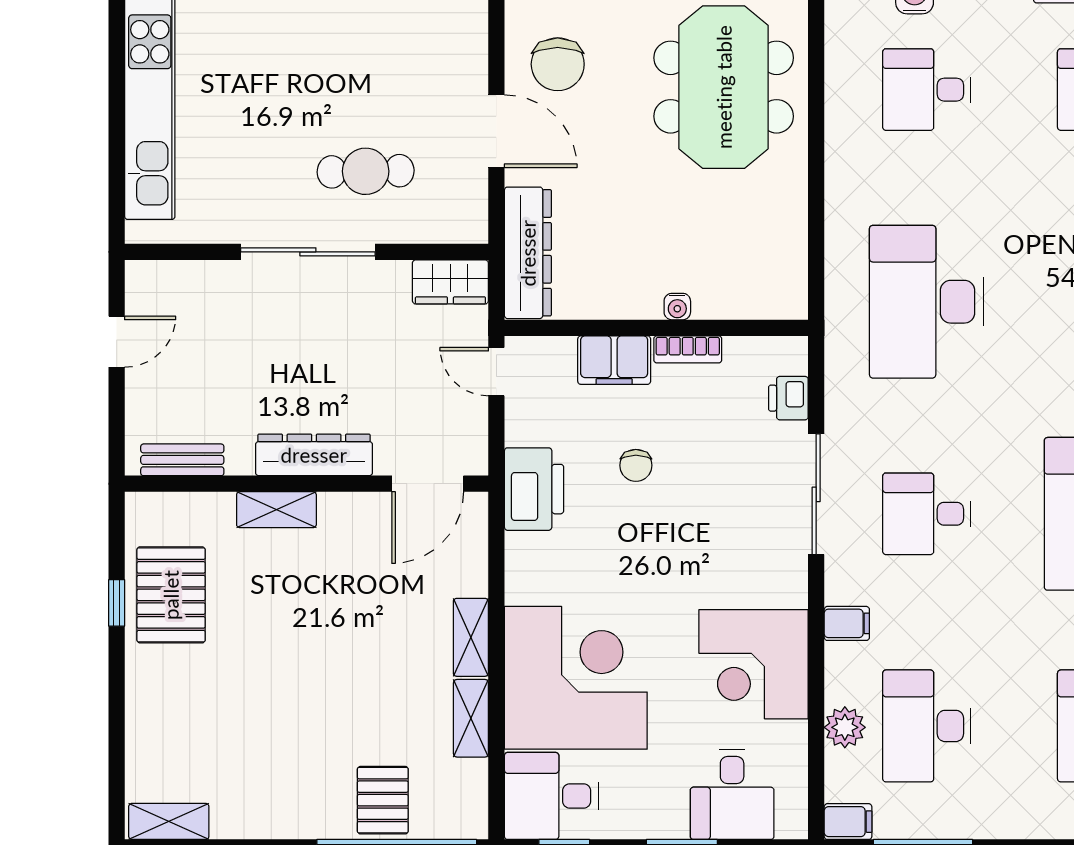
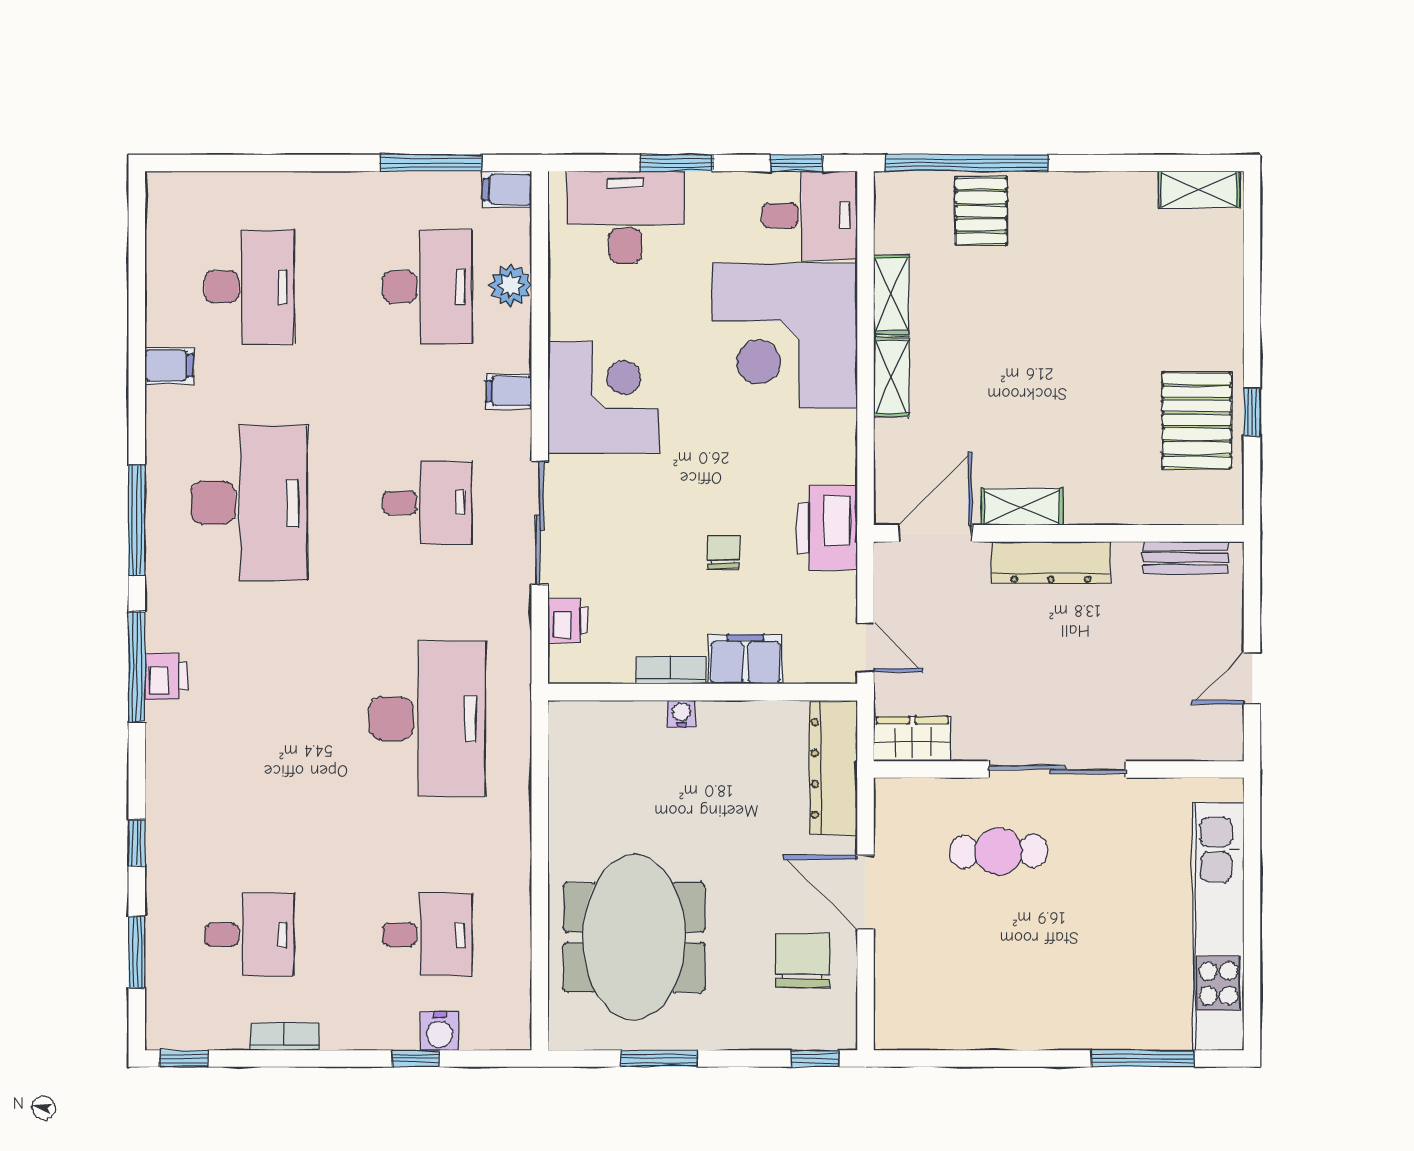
shelving: (276, 510) -> (1022, 507), moved
corner desk: (754, 664) -> (604, 398), moved
desk: (732, 794) -> (625, 217), width x1.37

